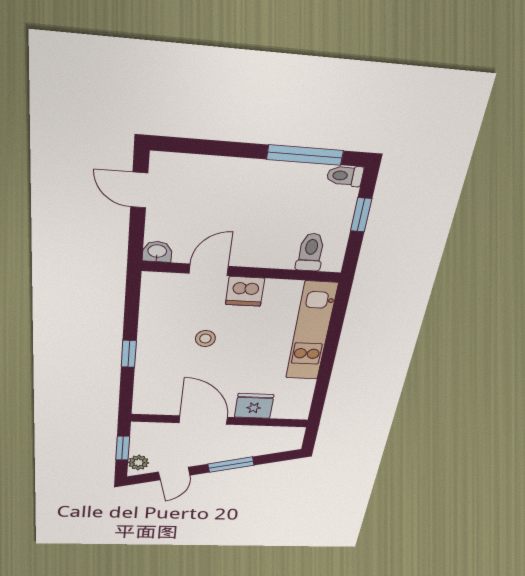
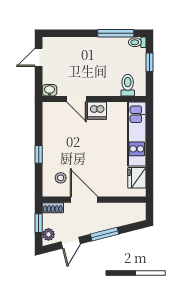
door: (139, 190) -> (39, 57), hinge flipped
door: (209, 270) -> (77, 99), swing flipped
stool: (205, 339) -> (61, 178), moved
fridge: (254, 406) -> (137, 178), moved, turned -90
shoe rack: (149, 429) -> (53, 208), added

